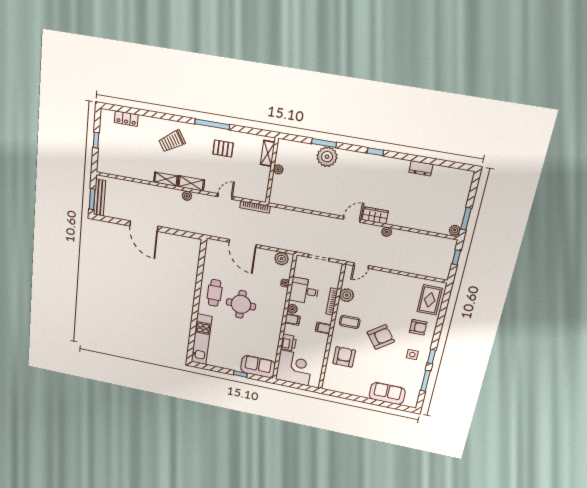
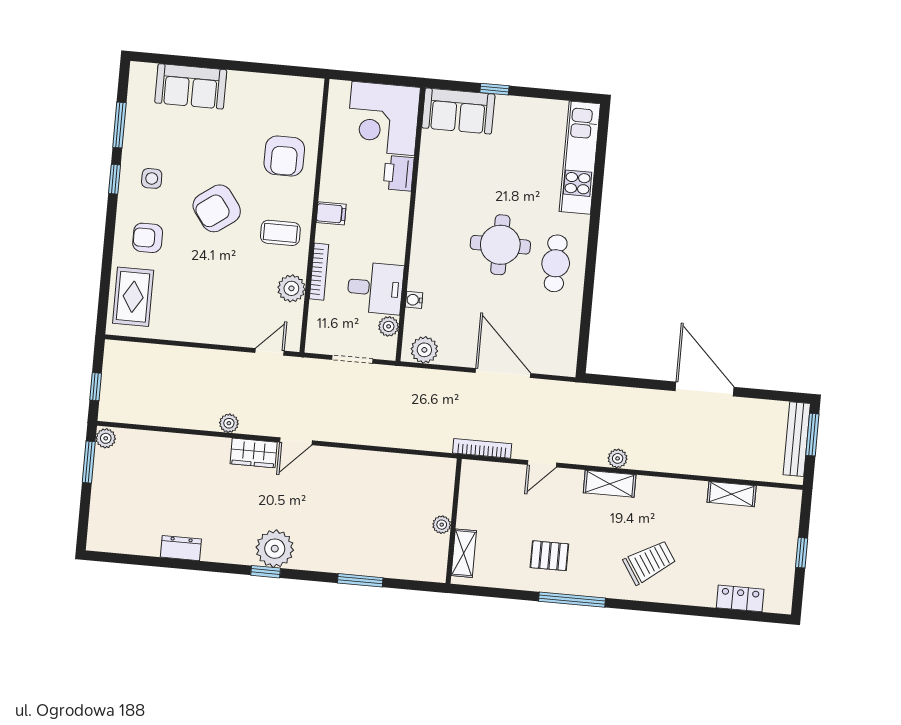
plant: (327, 157) -> (275, 549), moved
shelving: (166, 179) -> (732, 494), moved
plant: (292, 309) -> (389, 326), moved
filing cabinet: (292, 319) -> (394, 225), removed

